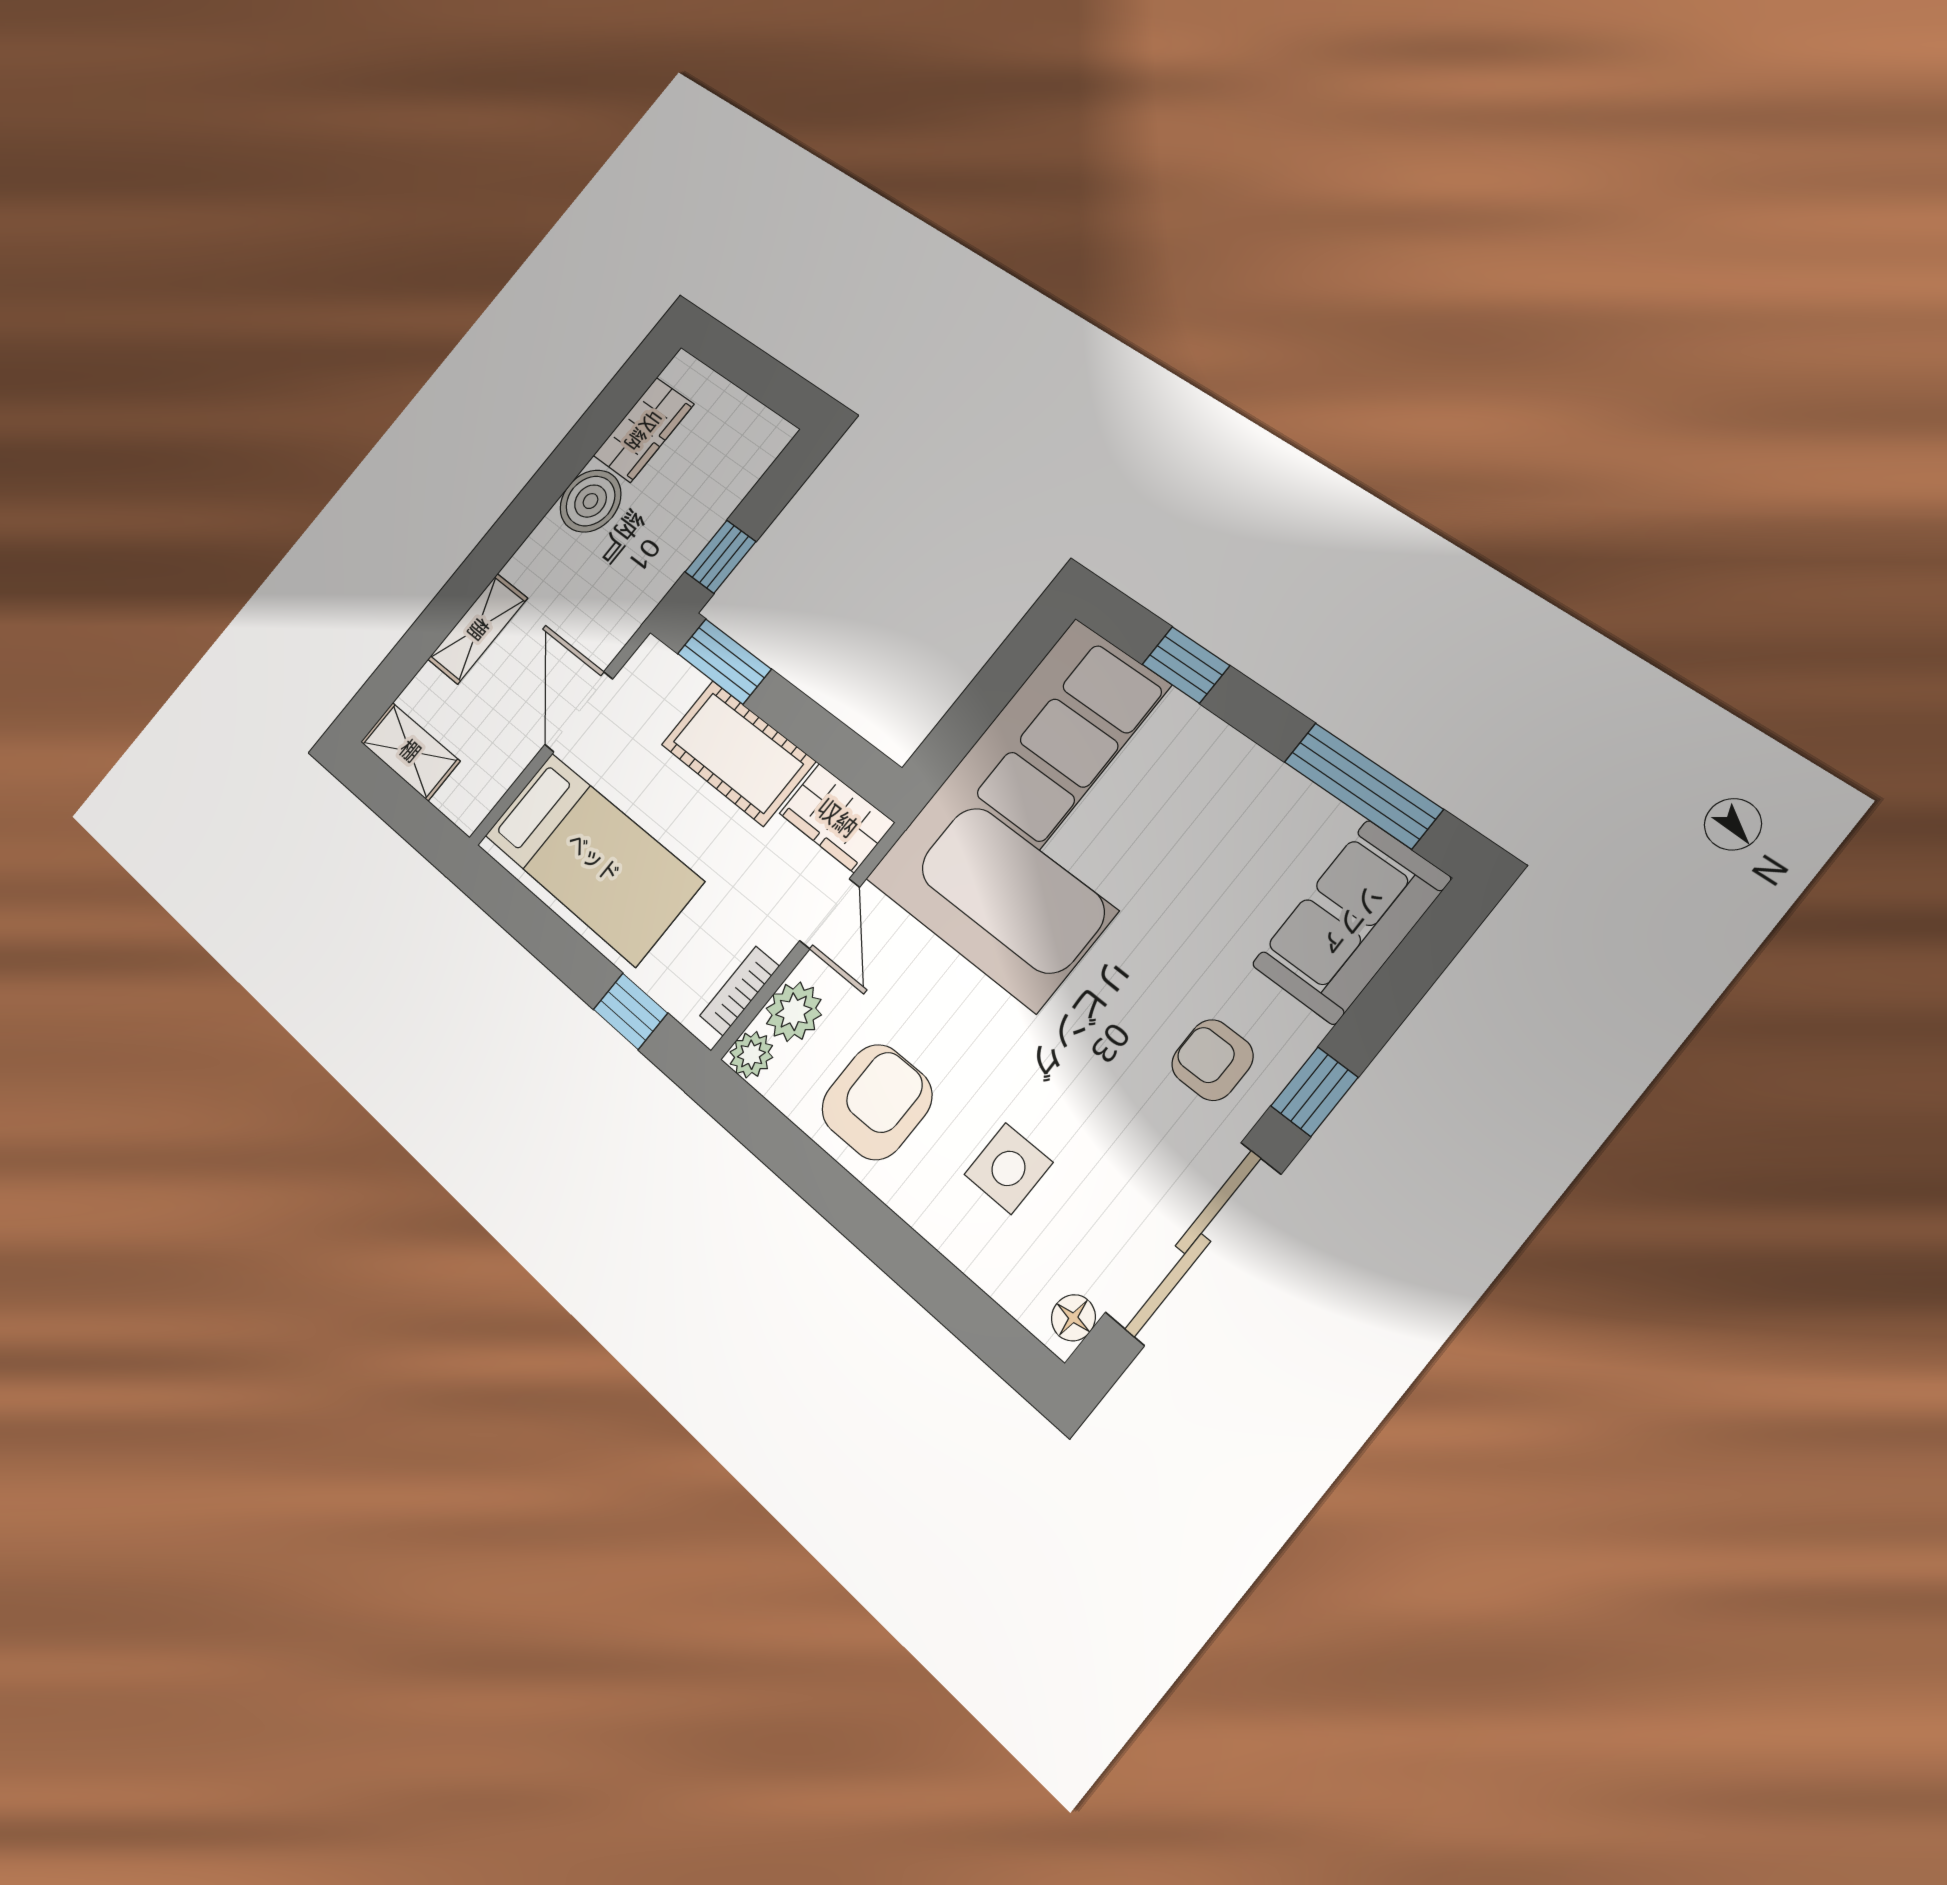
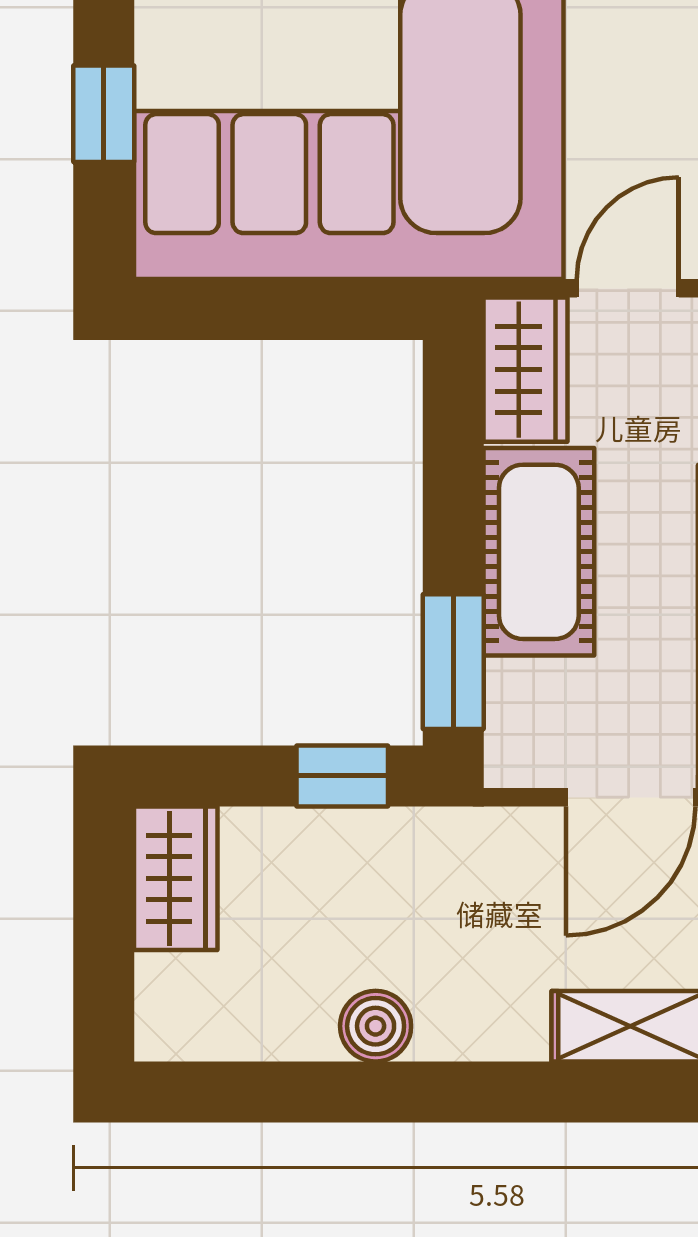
wardrobe: (643, 430) -> (176, 878), moved, turned 90
boiler: (590, 501) -> (376, 1026), width x0.73, depth x0.73

